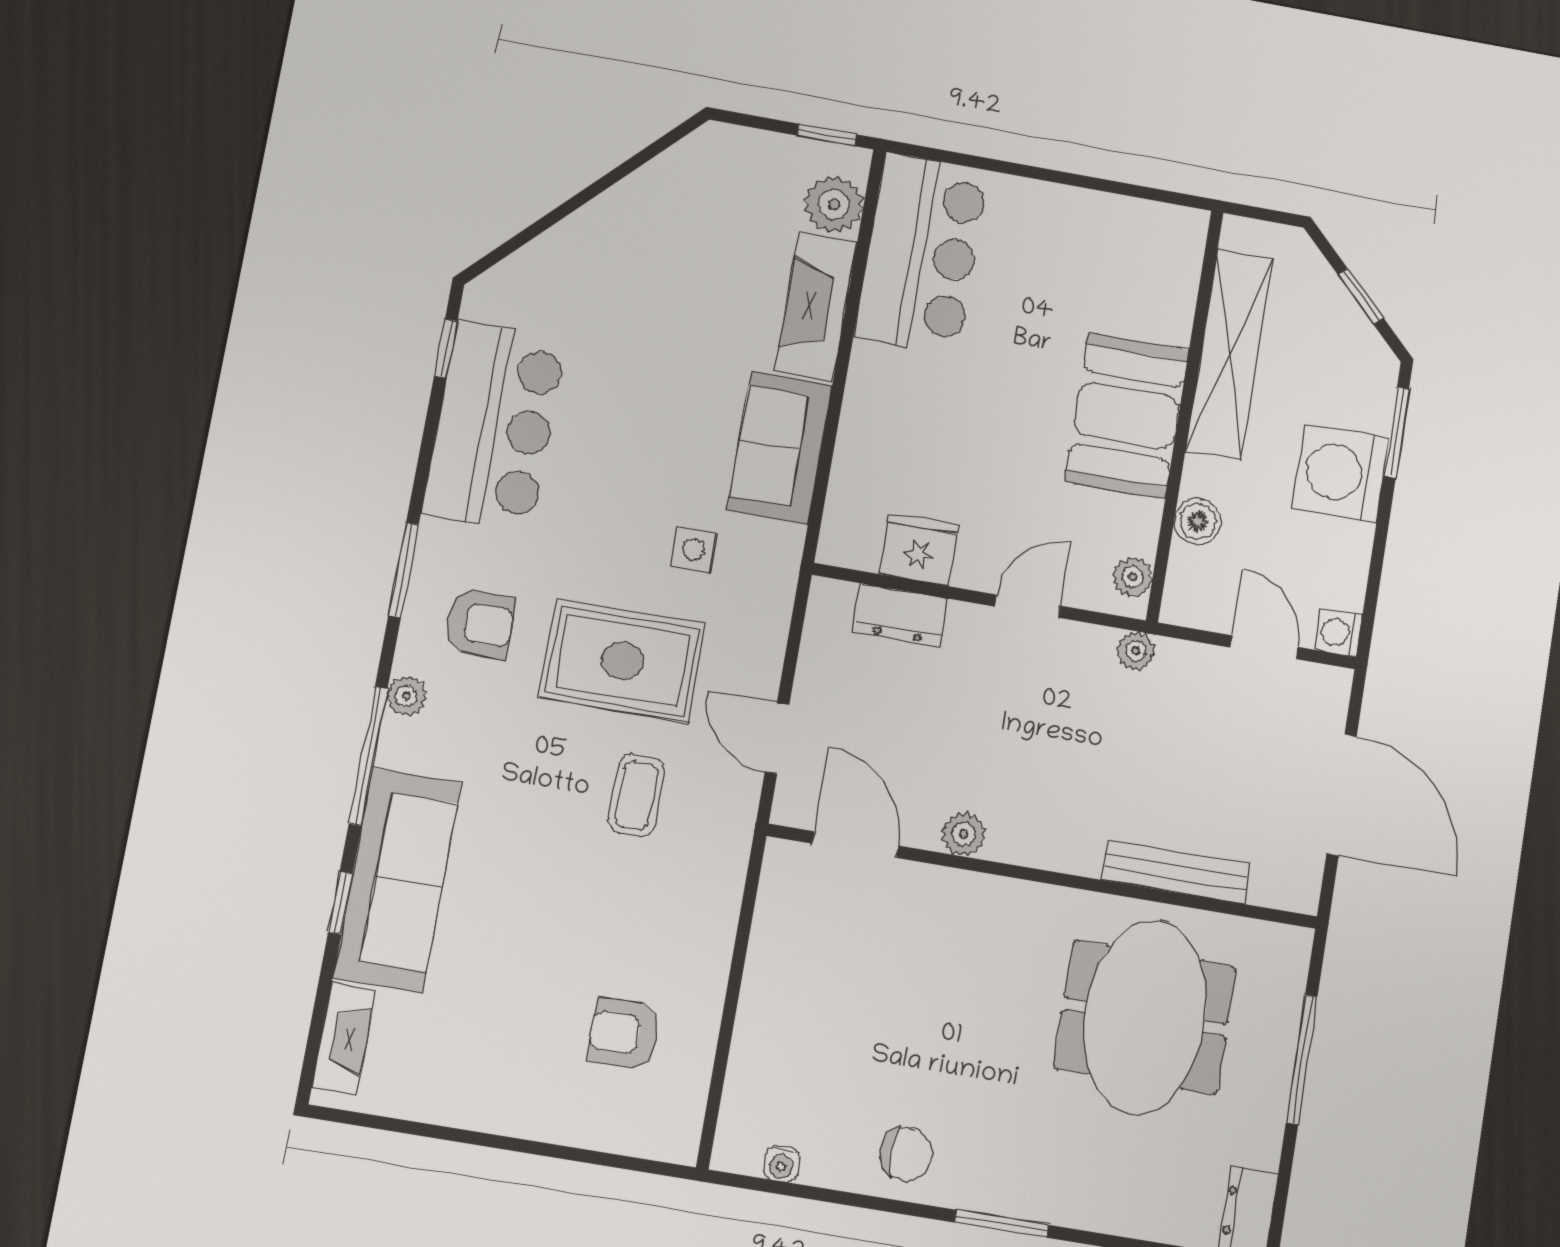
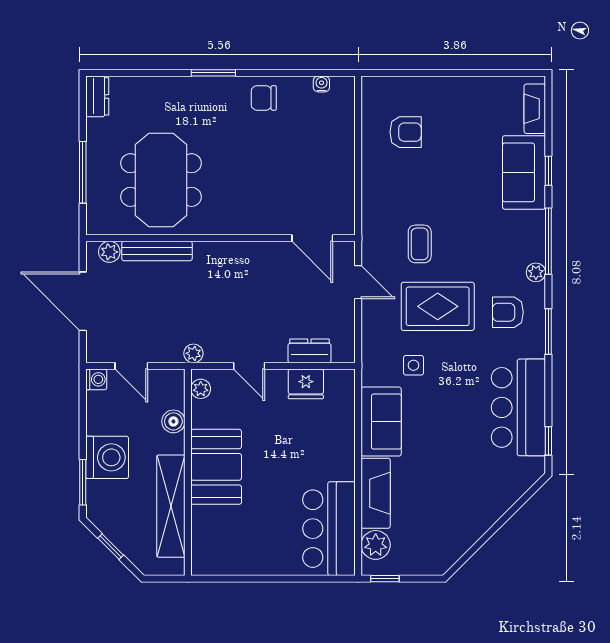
door: (1027, 606) -> (249, 366), hinge flipped
plant: (964, 834) -> (109, 252), moved
sofa: (397, 880) -> (524, 172), width x0.73

